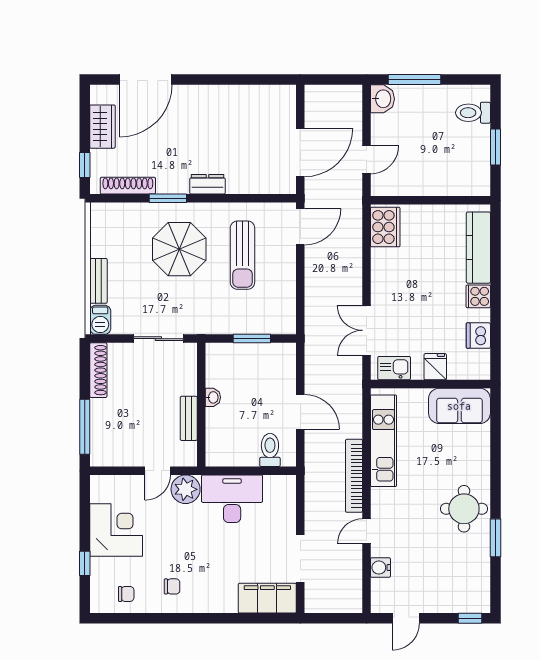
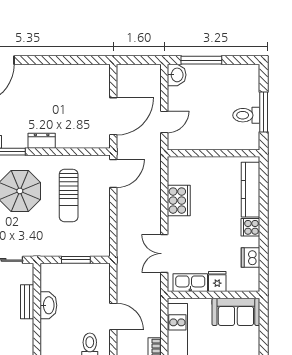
toilet: (473, 113) -> (246, 115), moved
window: (495, 147) -> (264, 112), width x1.44
cooker: (385, 227) -> (179, 201), moved
kitchen sink: (394, 368) -> (190, 283), width x1.38
washbasin: (213, 397) -> (48, 305), width x1.91, depth x1.45
bench: (189, 418) -> (27, 302), moved

